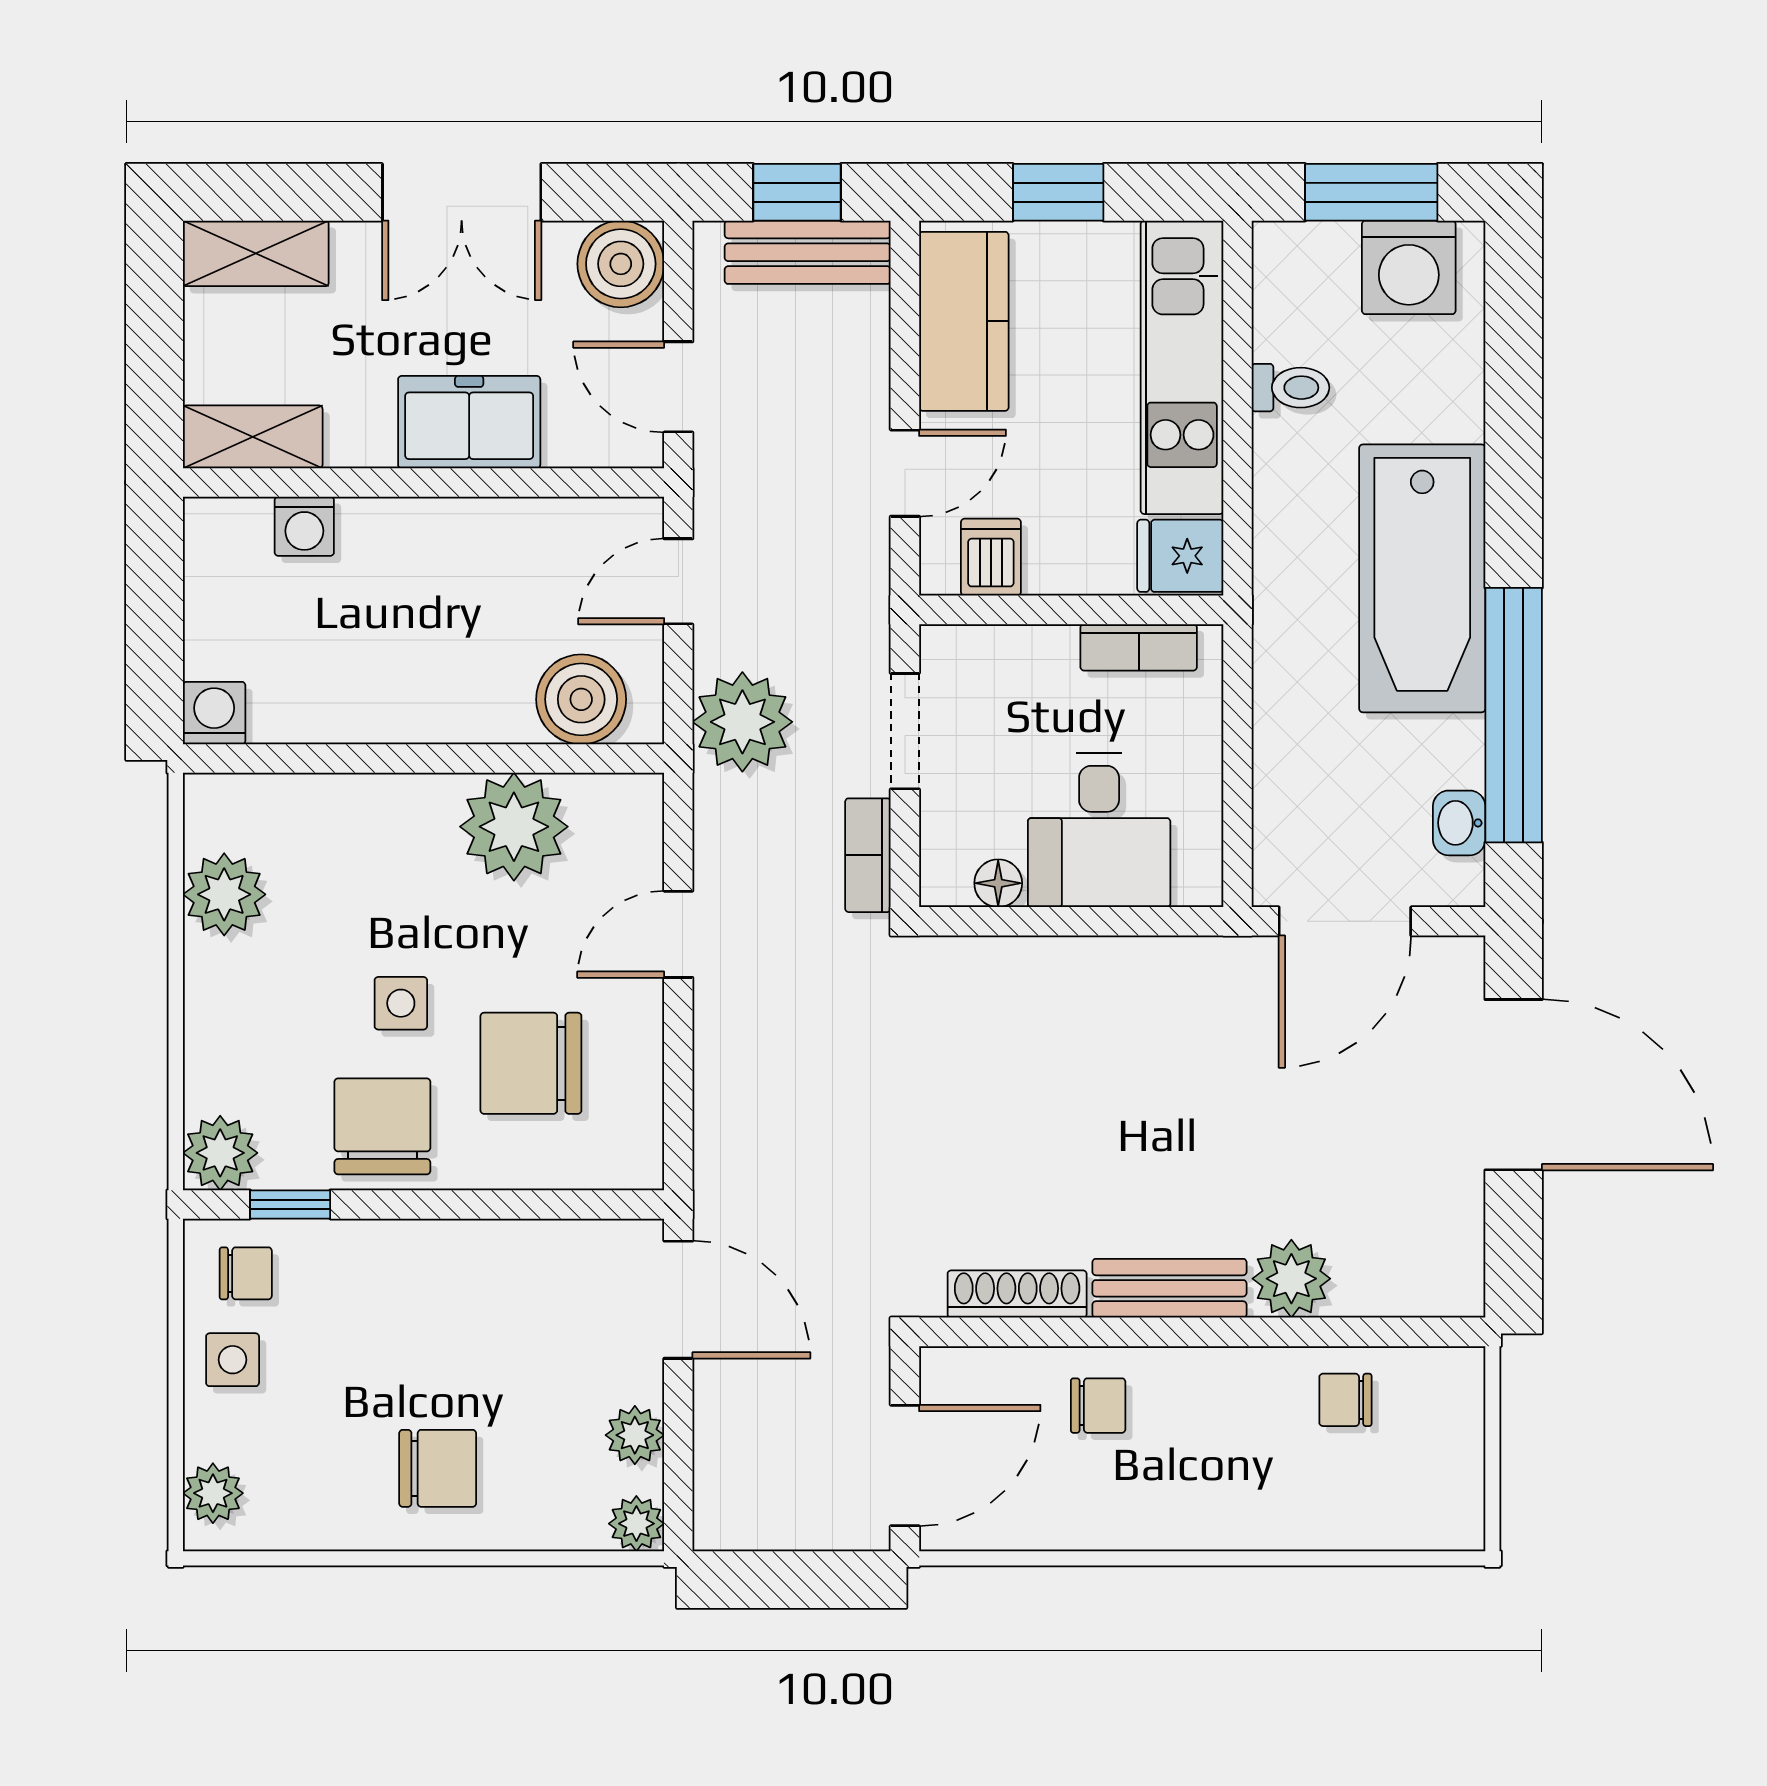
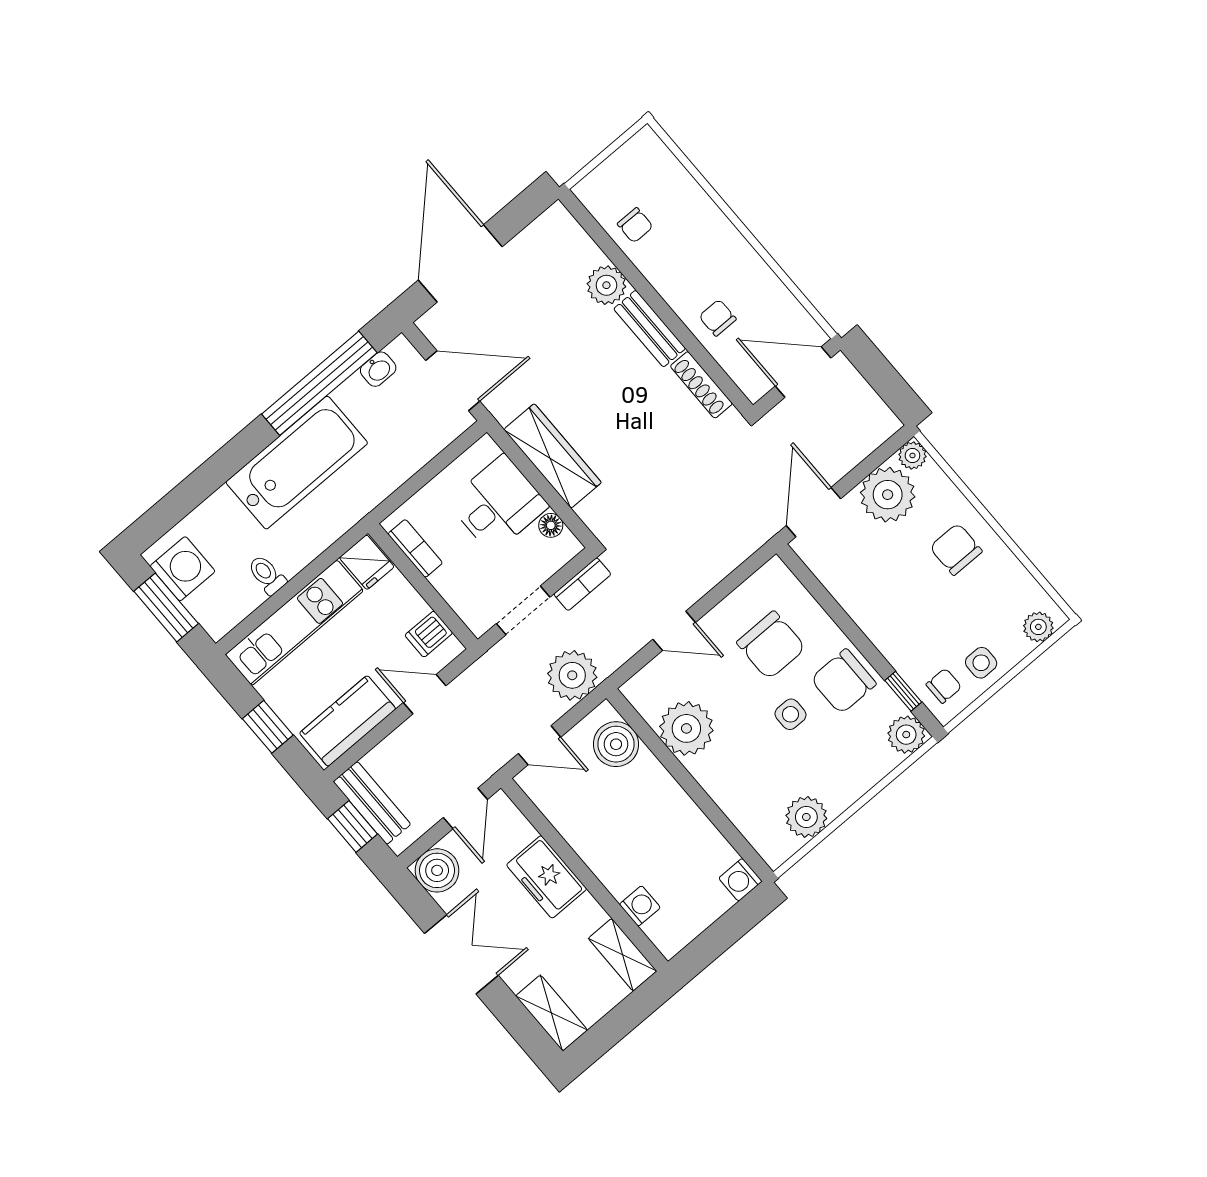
wardrobe: (1101, 976) -> (553, 456), added
chair: (246, 1273) -> (944, 686), turned 90
plant: (635, 1435) -> (888, 495), width x1.88, depth x1.88

